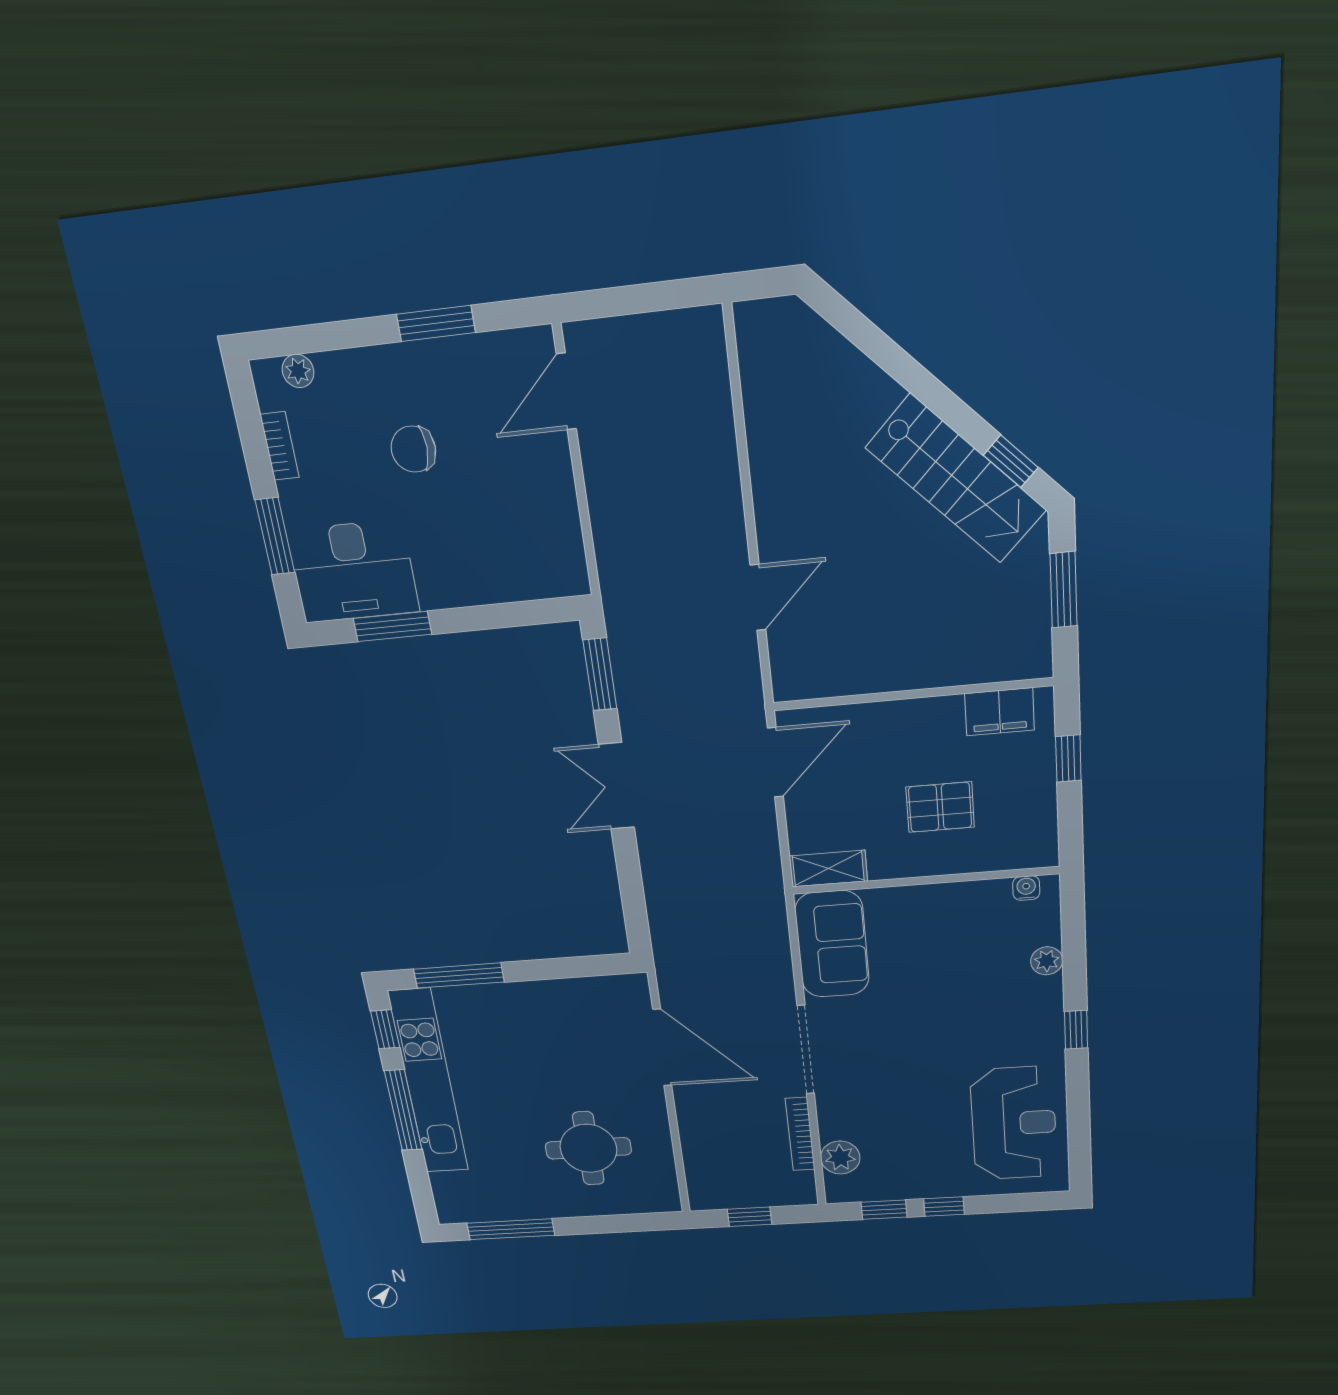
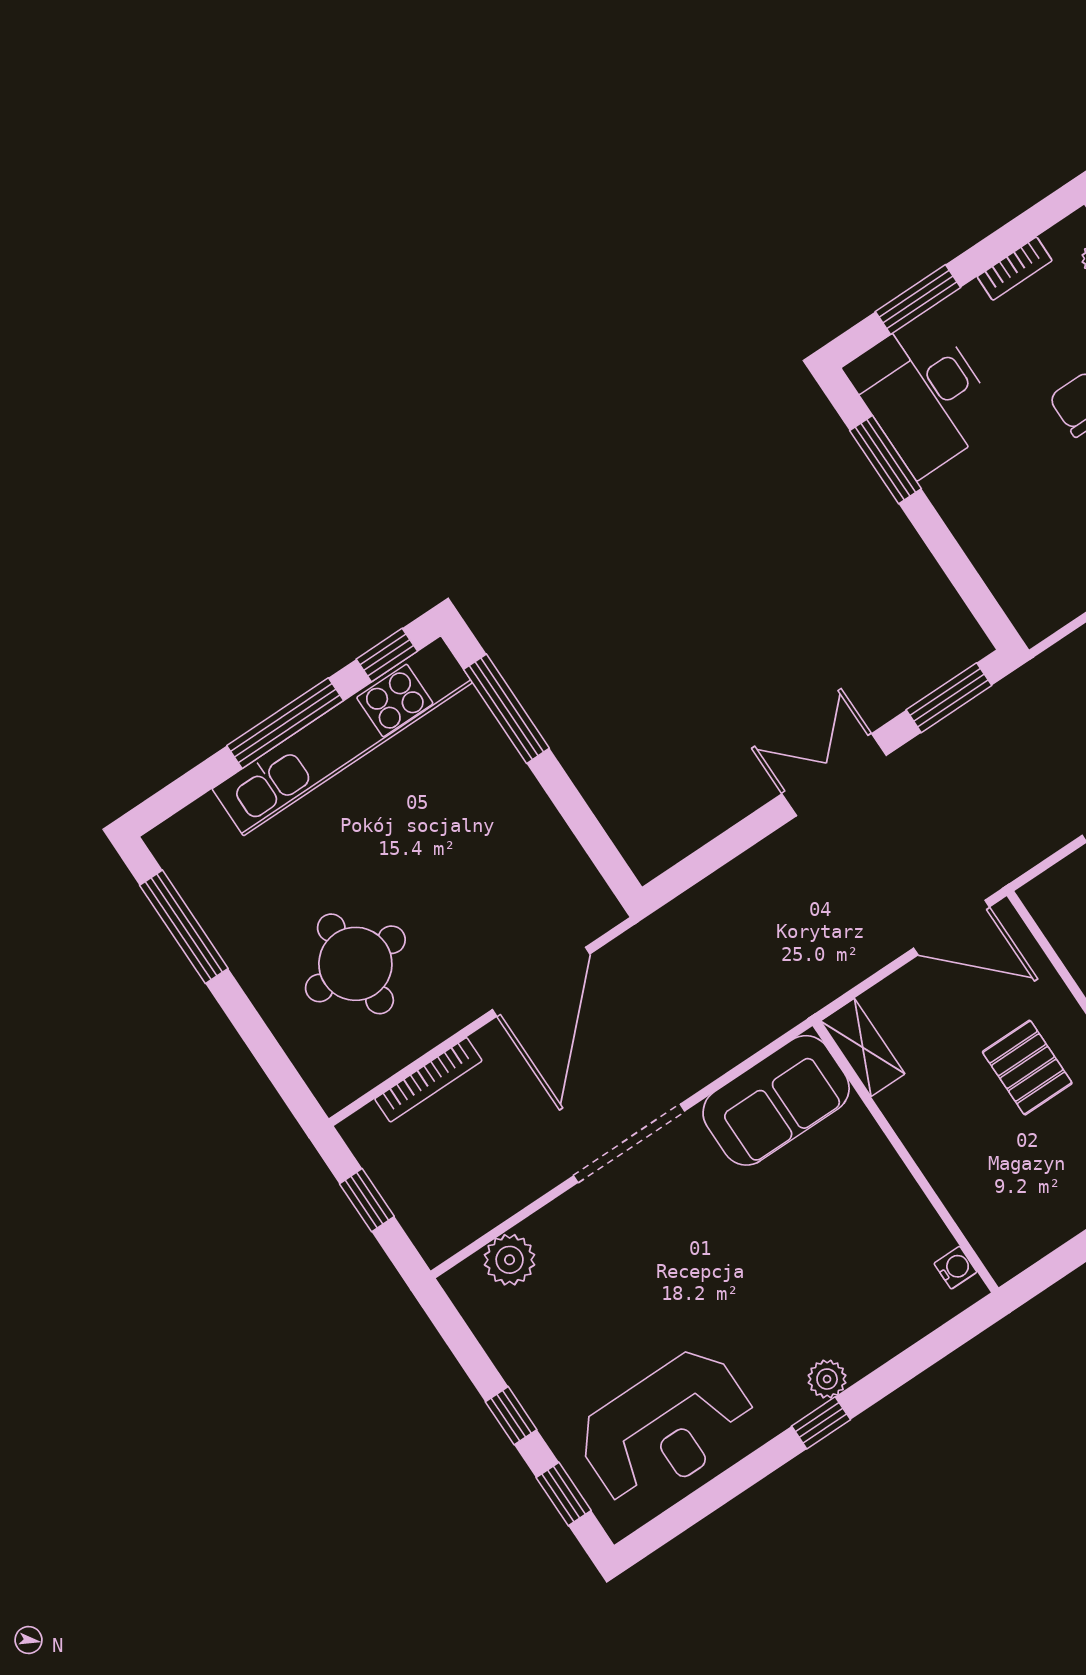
pallet: (940, 807) -> (1027, 1068), moved
plant: (1047, 961) -> (827, 1379), moved
bookcase: (800, 1134) -> (428, 1080), moved, turned 180
window: (884, 1210) -> (564, 1494), moved

